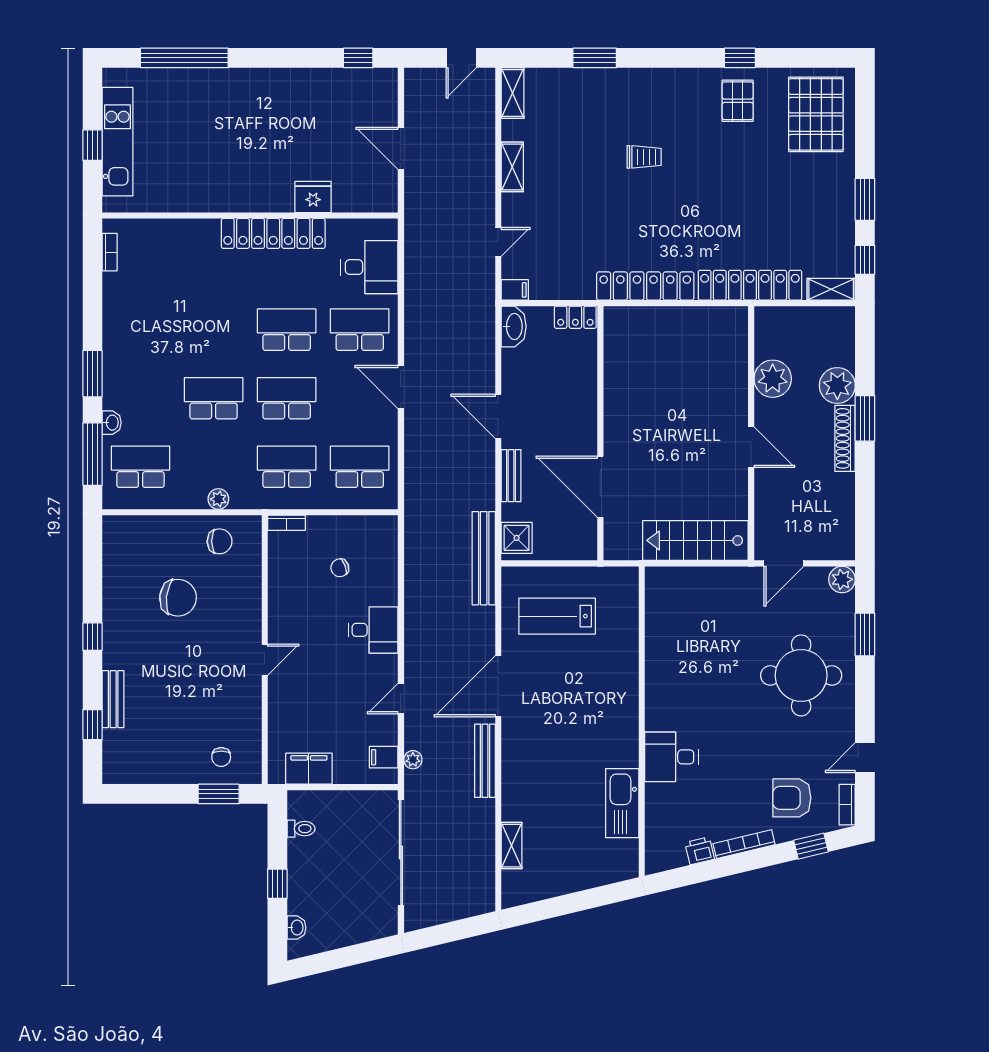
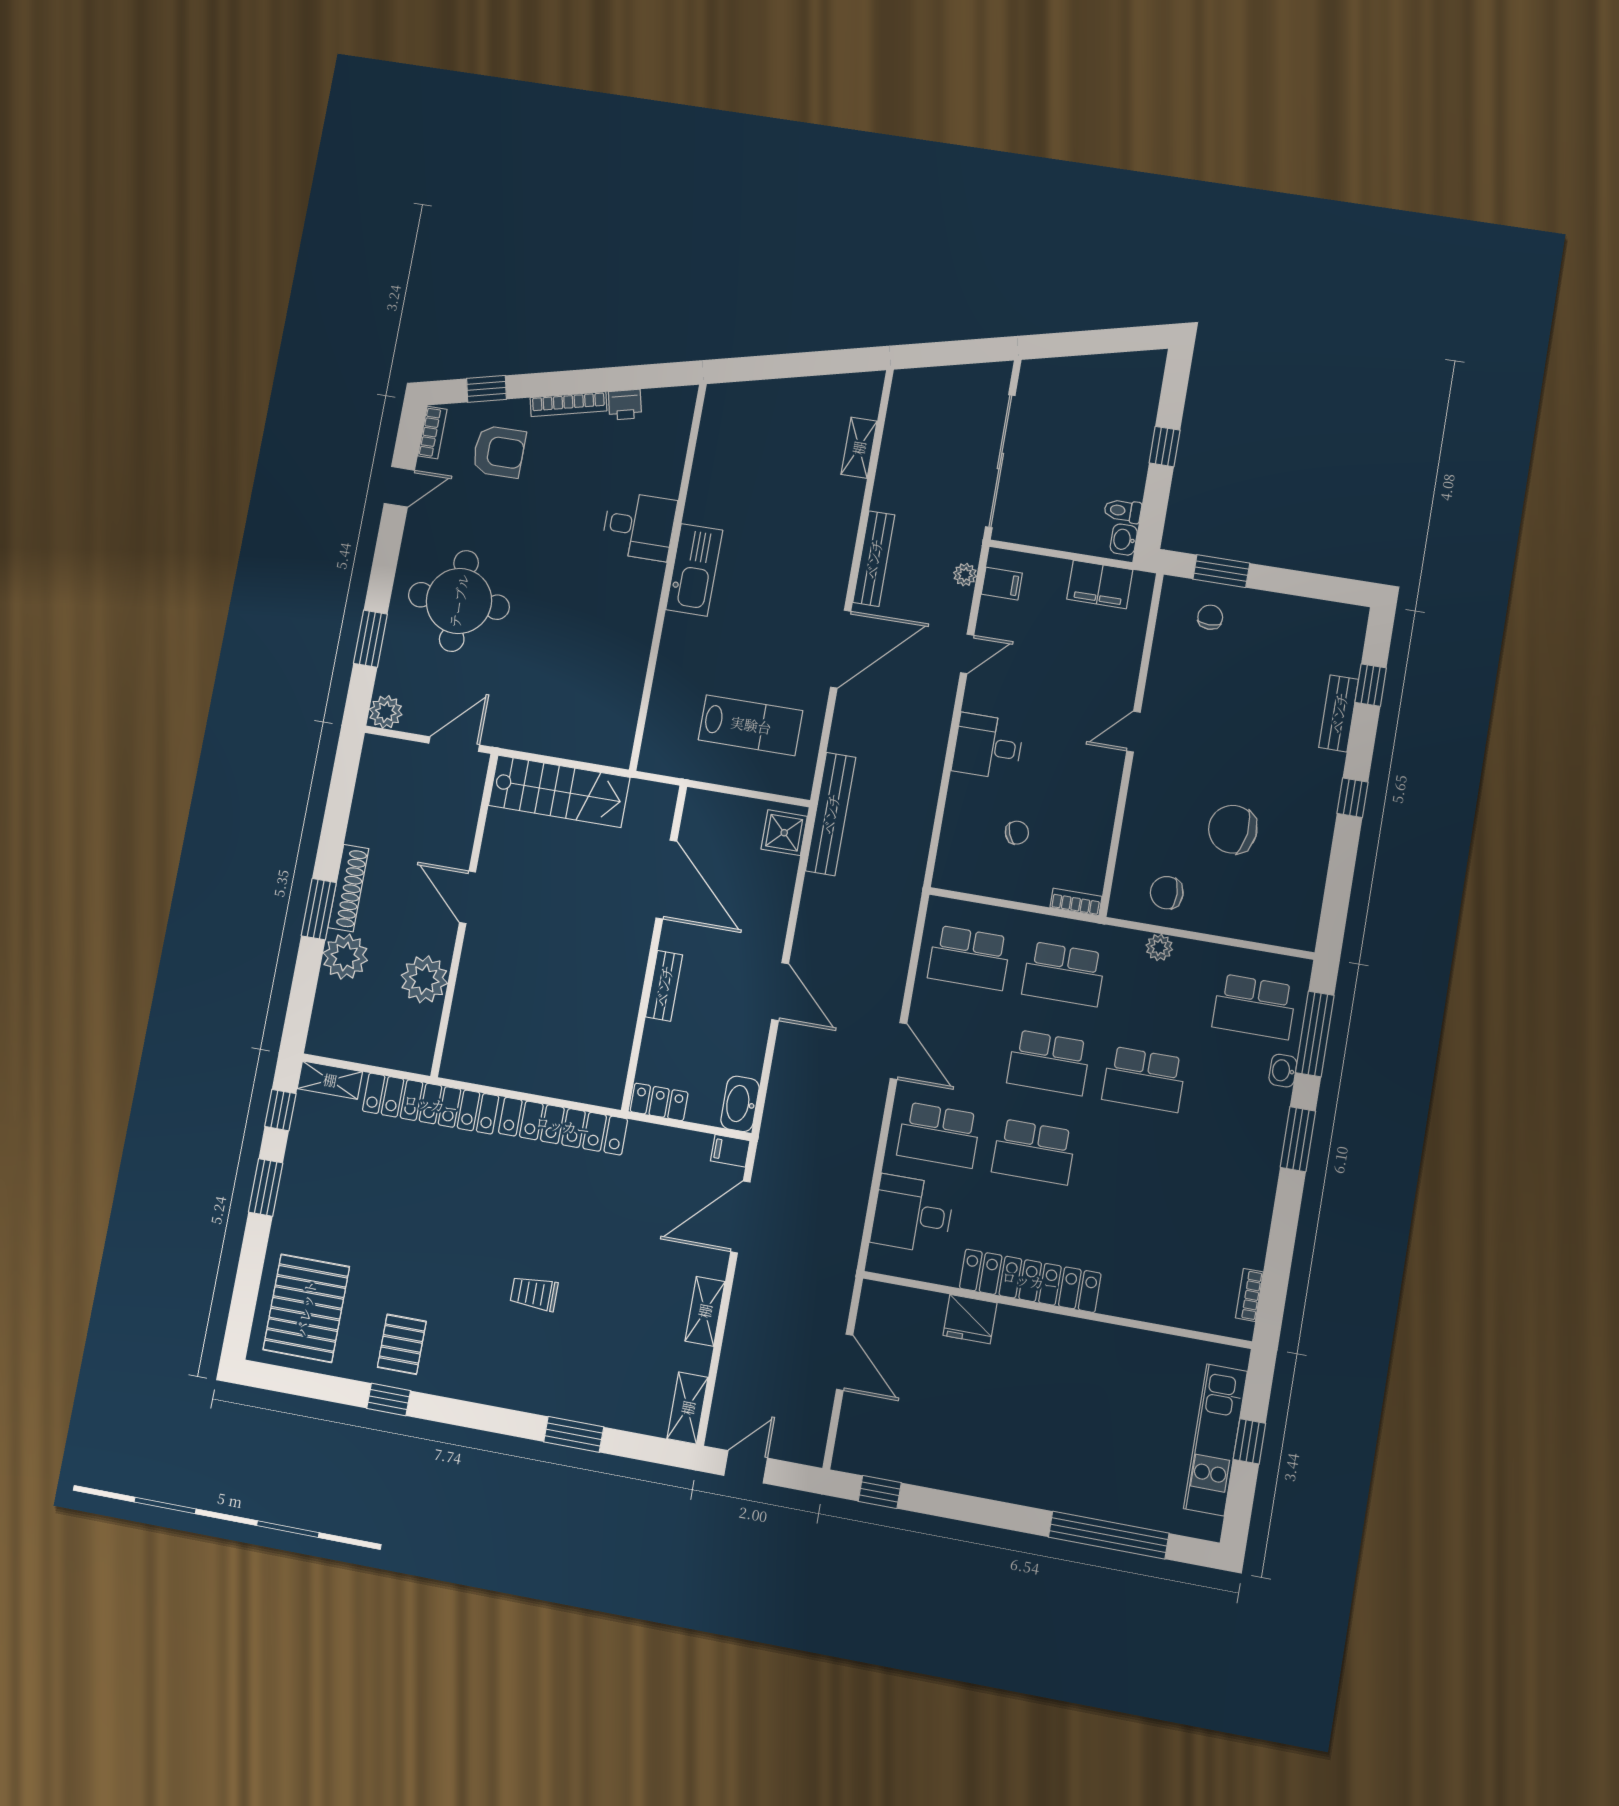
door: (498, 242) -> (740, 1217), width x1.88
bench: (511, 476) -> (664, 986), moved
kitchen sink: (622, 803) -> (694, 570), moved
washbasin: (297, 928) -> (1124, 540), moved

